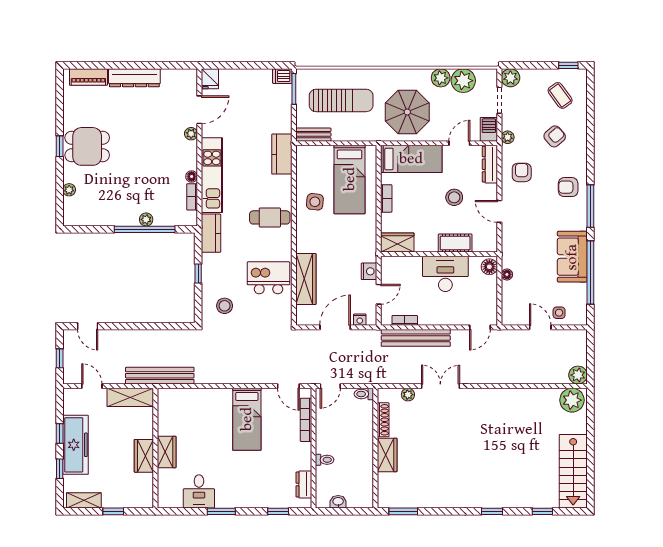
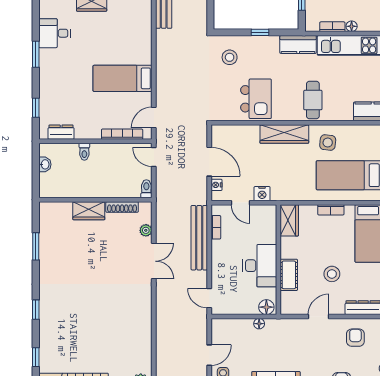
armchair: (522, 172) -> (355, 338), turned -90
wardrobe: (306, 279) -> (284, 134), moved
window: (403, 511) -> (36, 246), moved

